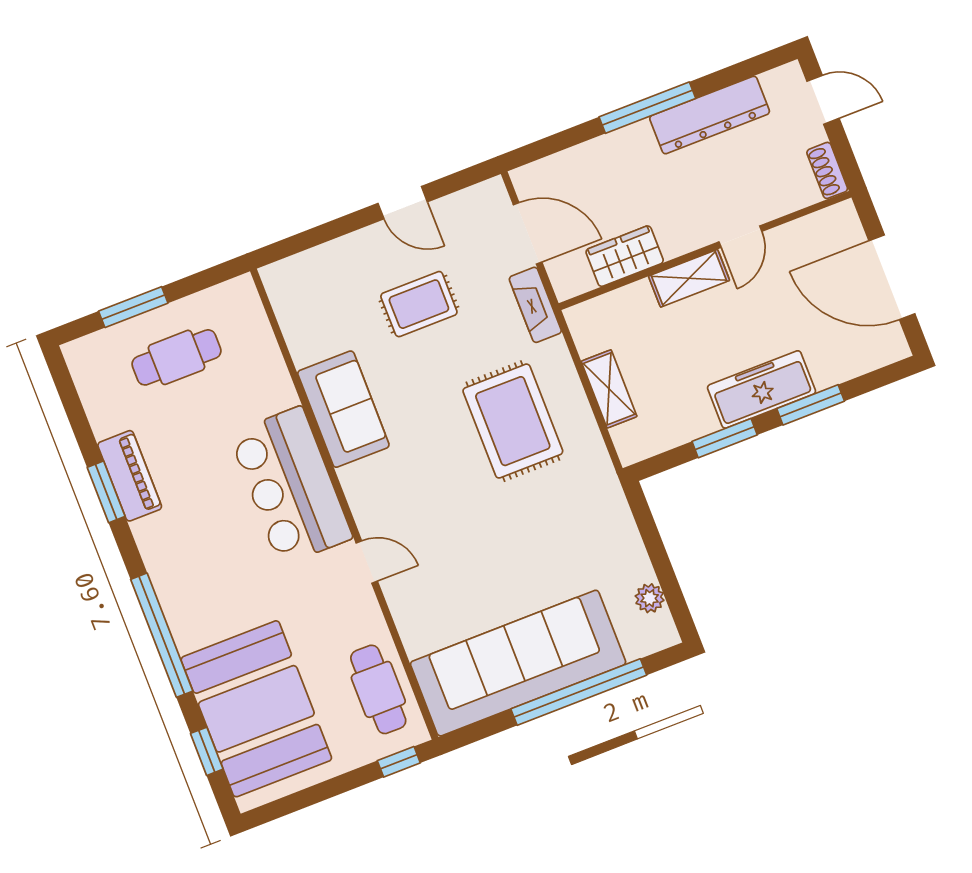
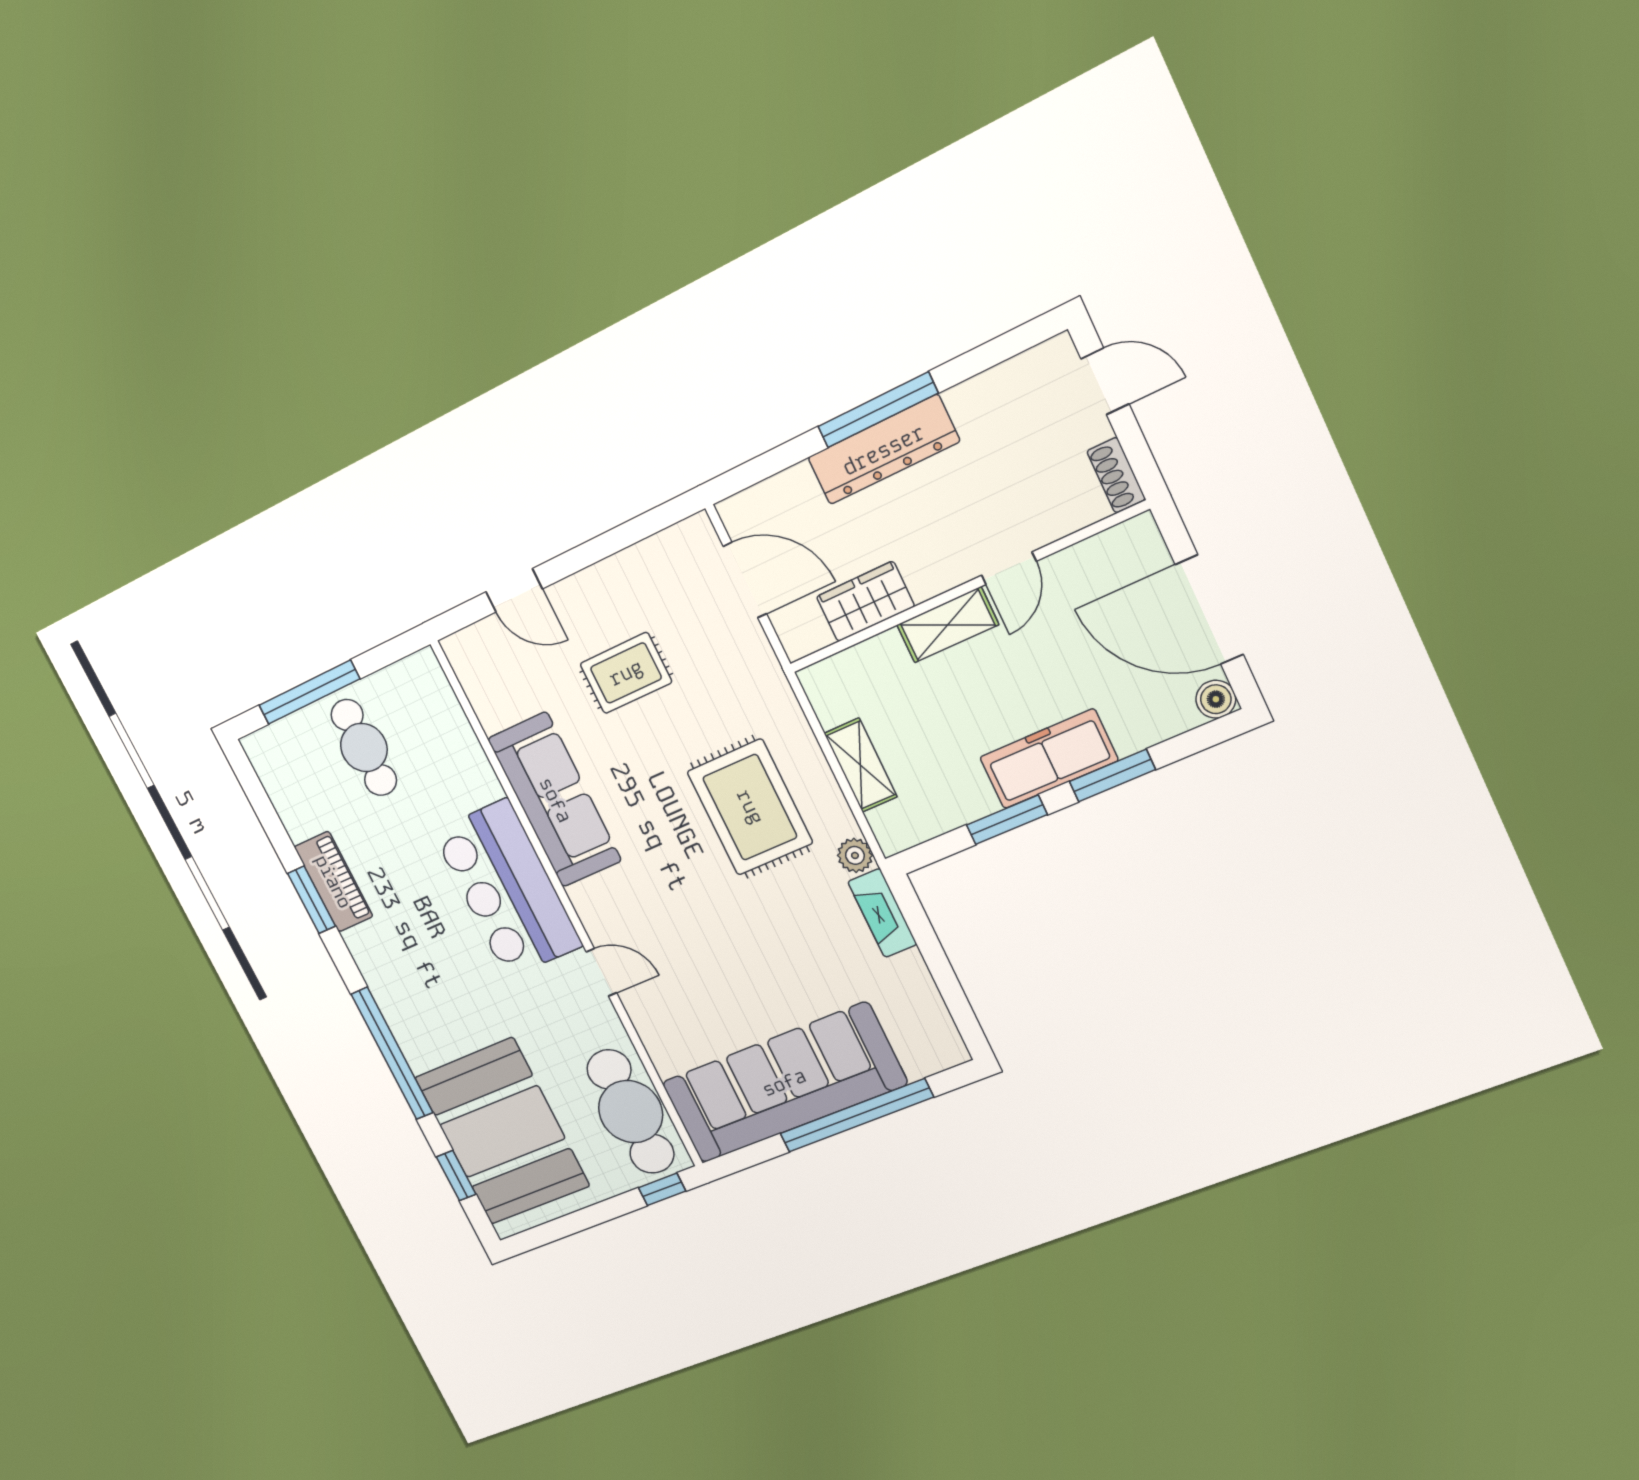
dresser: (710, 115) -> (884, 450), moved
door: (403, 203) -> (514, 590), moved
fireplace: (535, 305) -> (882, 913), moved
window: (133, 307) -> (309, 692), width x1.44
boiler: (893, 347) -> (1216, 699), added
cafe table: (177, 357) -> (364, 748), turned 90
sofa: (343, 409) -> (555, 800), width x1.36
plant: (650, 598) -> (855, 855), moved
cafe table: (378, 689) -> (631, 1112), width x1.37, depth x1.35

